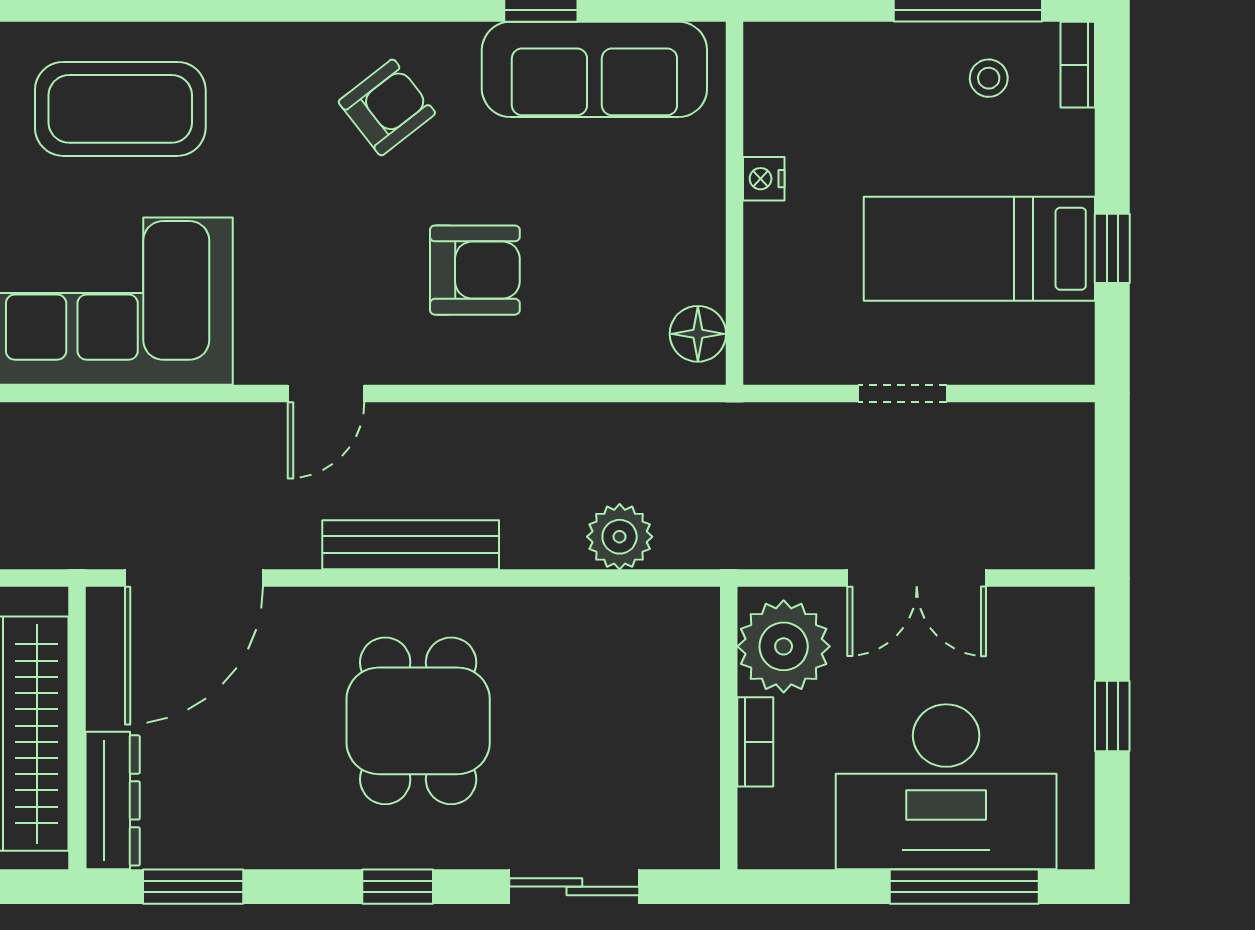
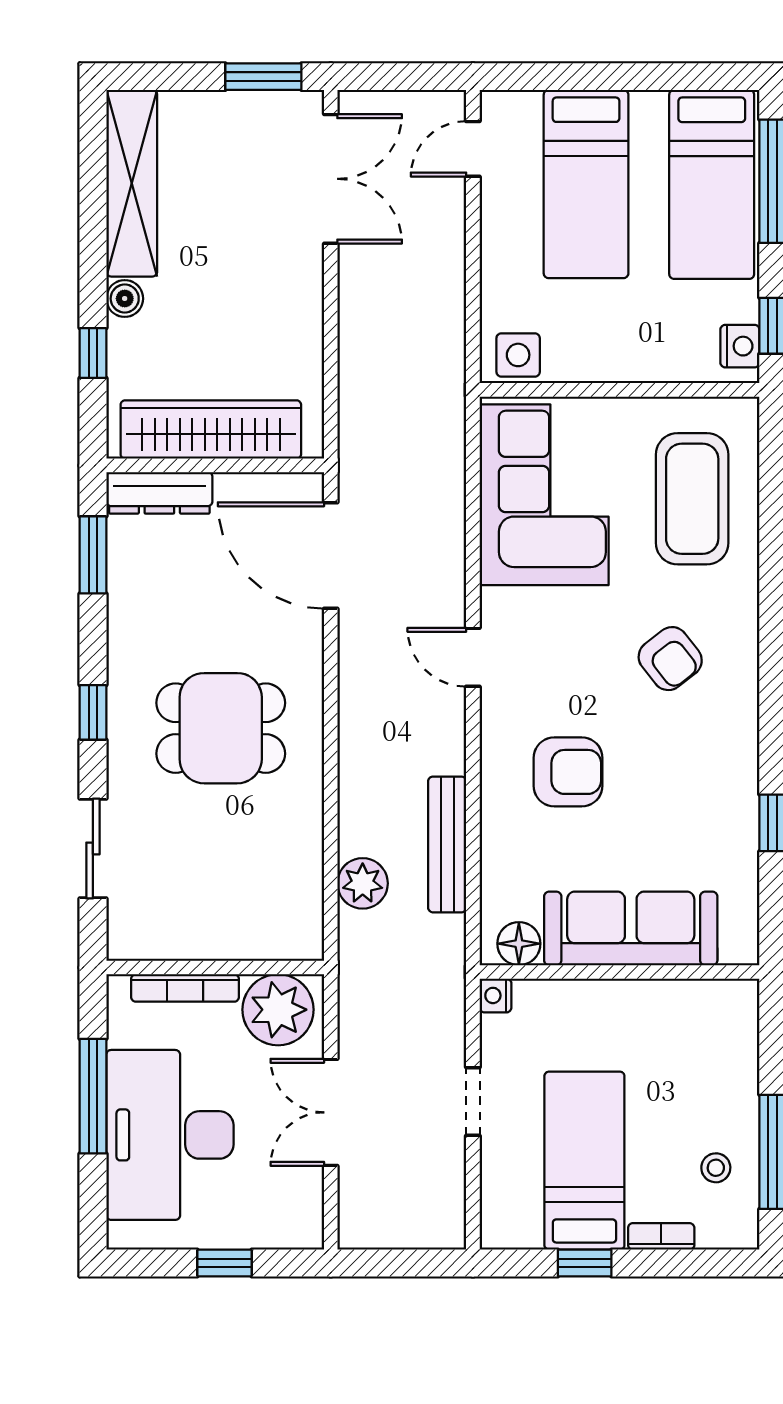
bookcase: (1078, 65) -> (661, 1236), moved
sofa: (594, 69) -> (631, 928), moved, turned 90
armchair: (387, 107) -> (670, 659), moved
nightstand: (764, 179) -> (495, 995), moved, turned -90
armchair: (475, 270) -> (568, 772), turned -90
bench: (411, 545) -> (447, 844), moved
bookcase: (755, 742) -> (185, 988), width x1.56
window: (964, 887) -> (93, 1096), moved

